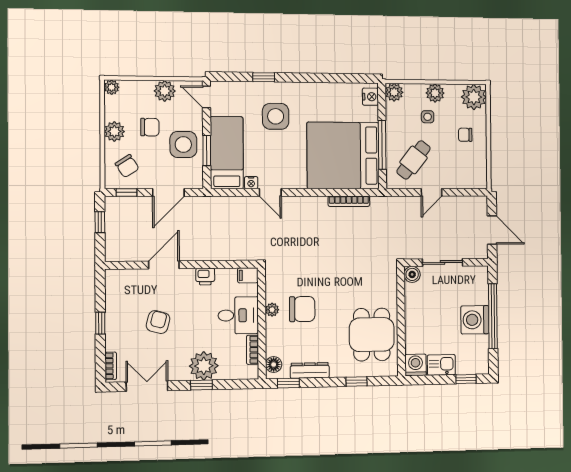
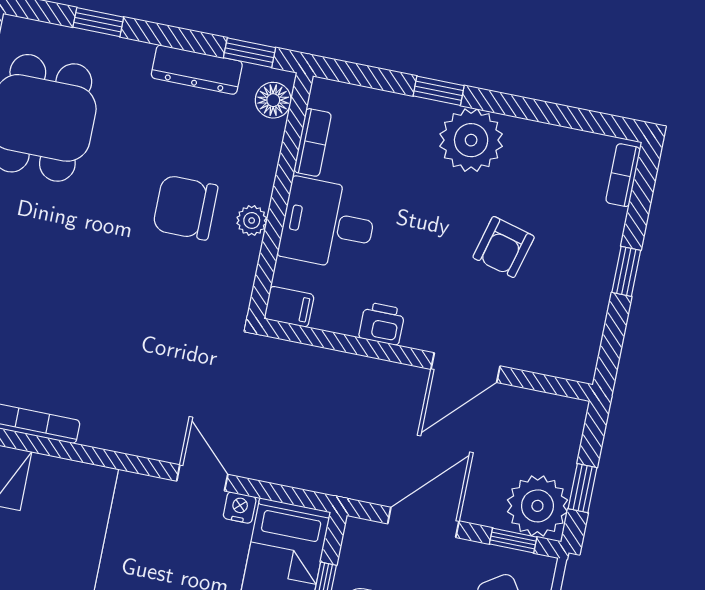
plant: (119, 210) -> (537, 506), added
plant: (204, 366) -> (471, 140), moved
double door: (147, 386) -> (555, 114), removed

